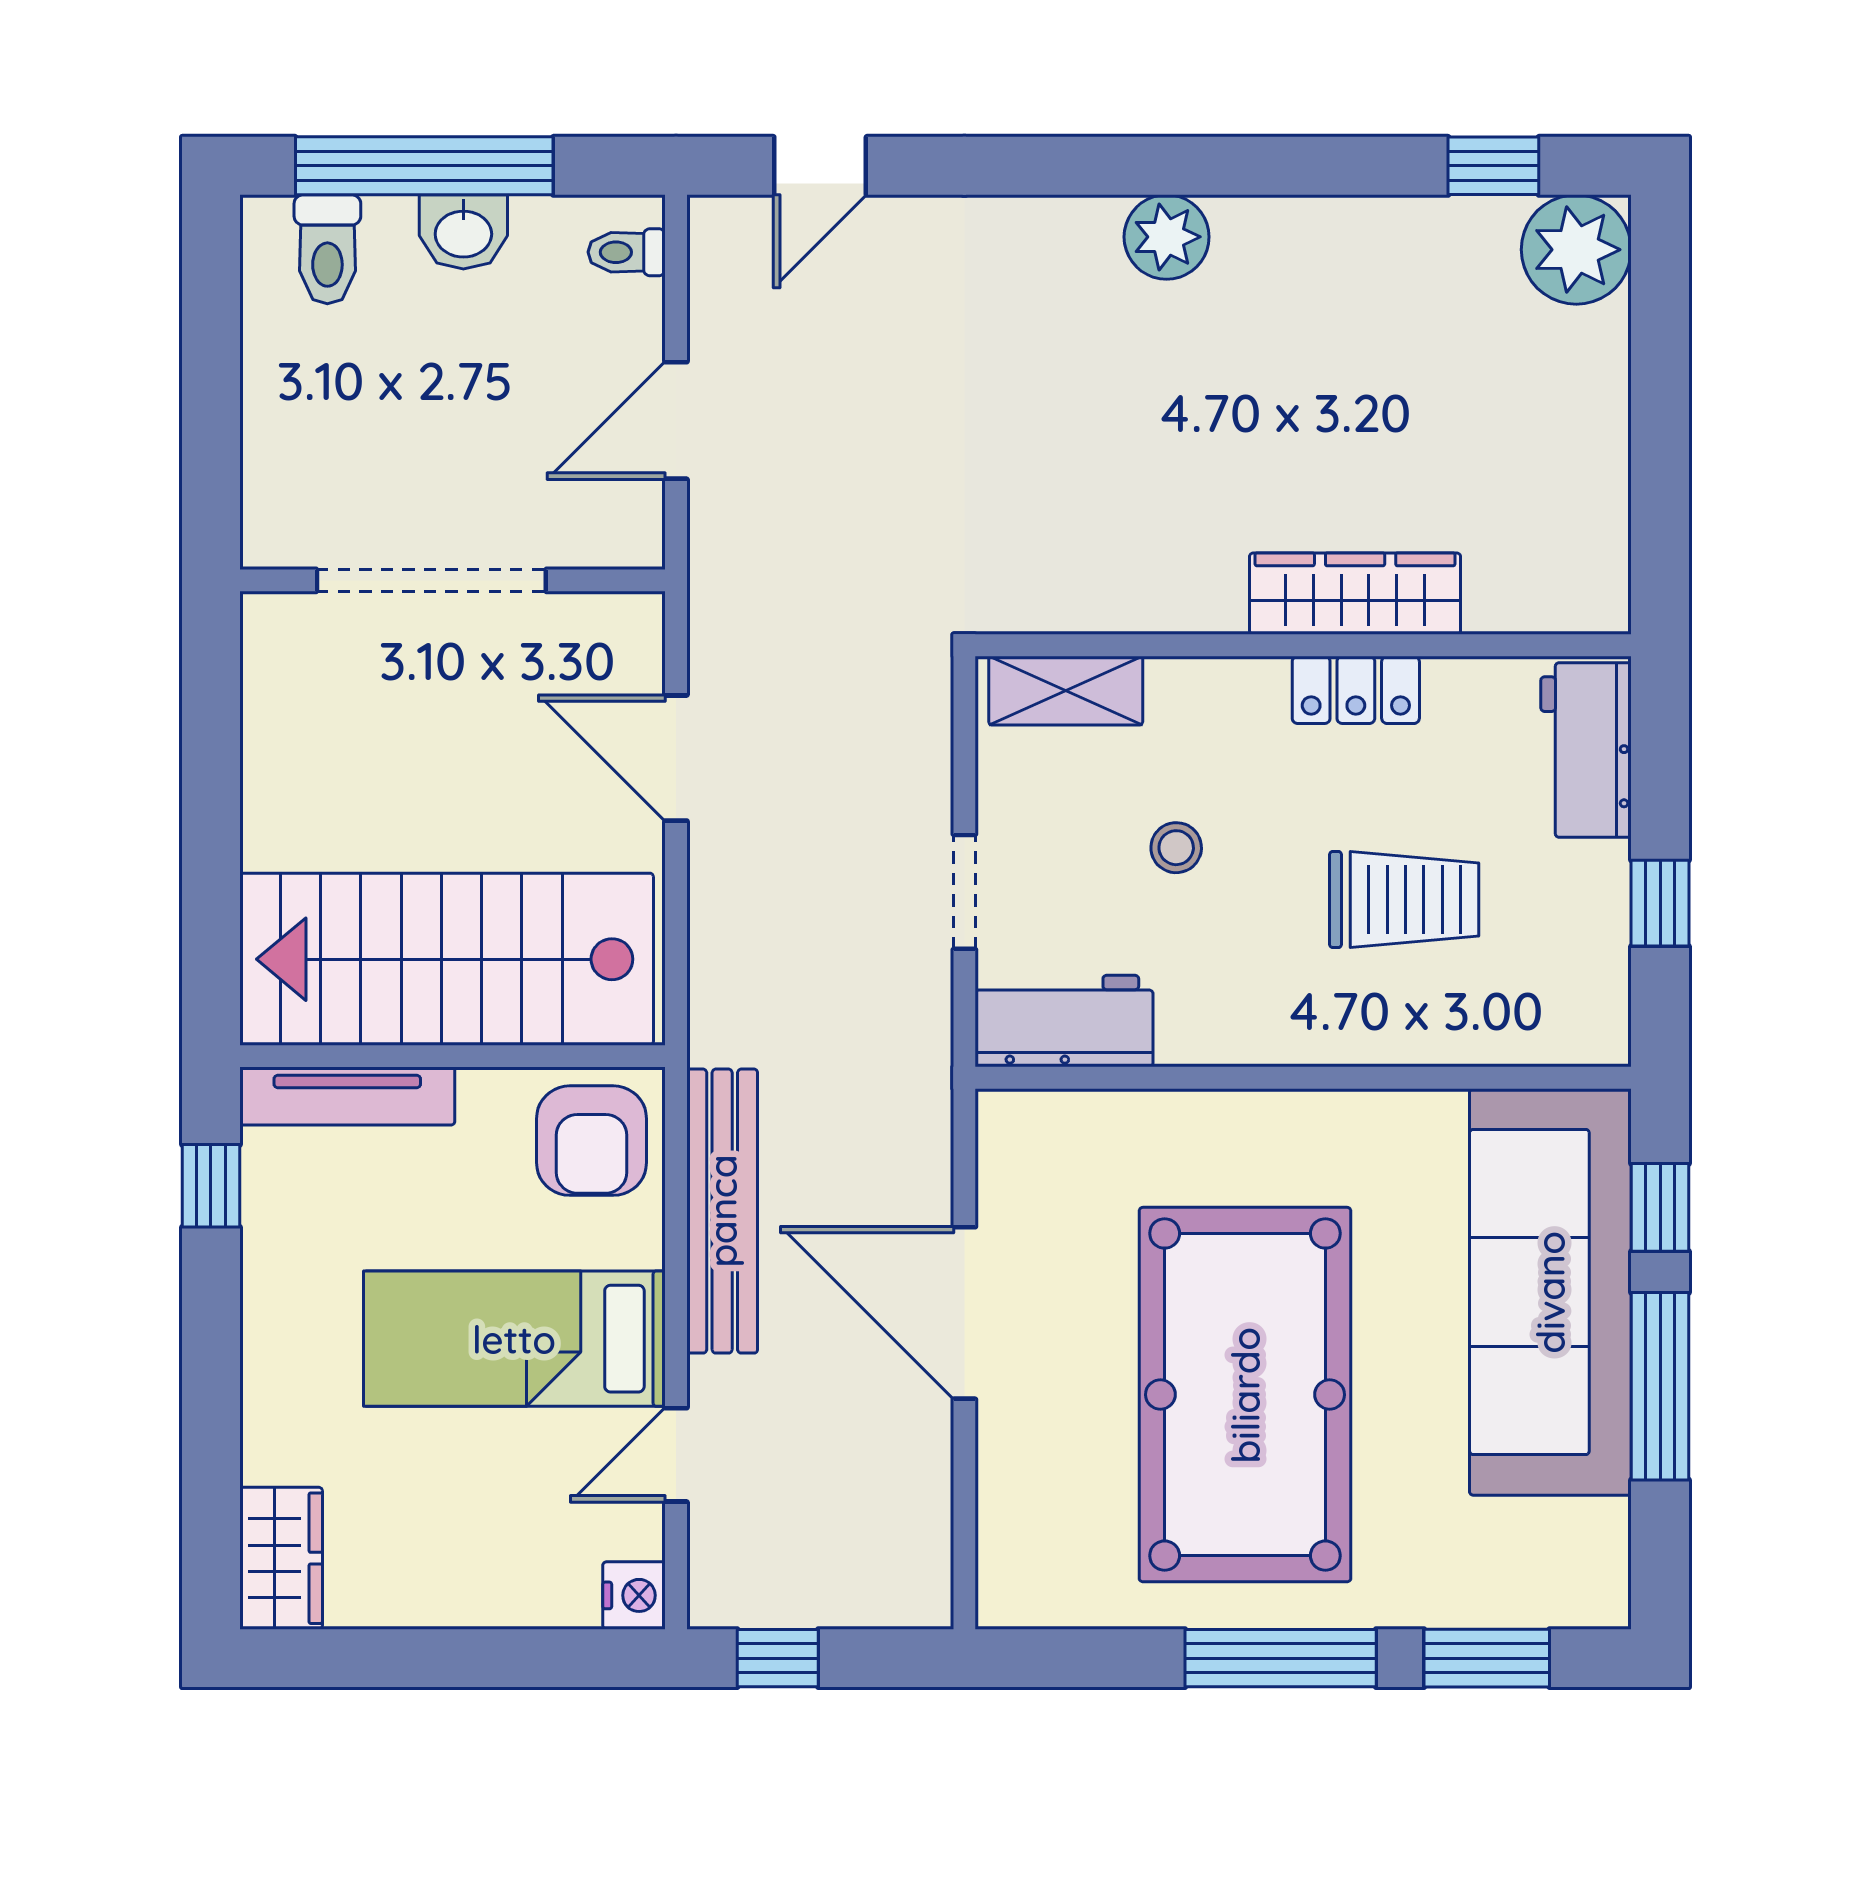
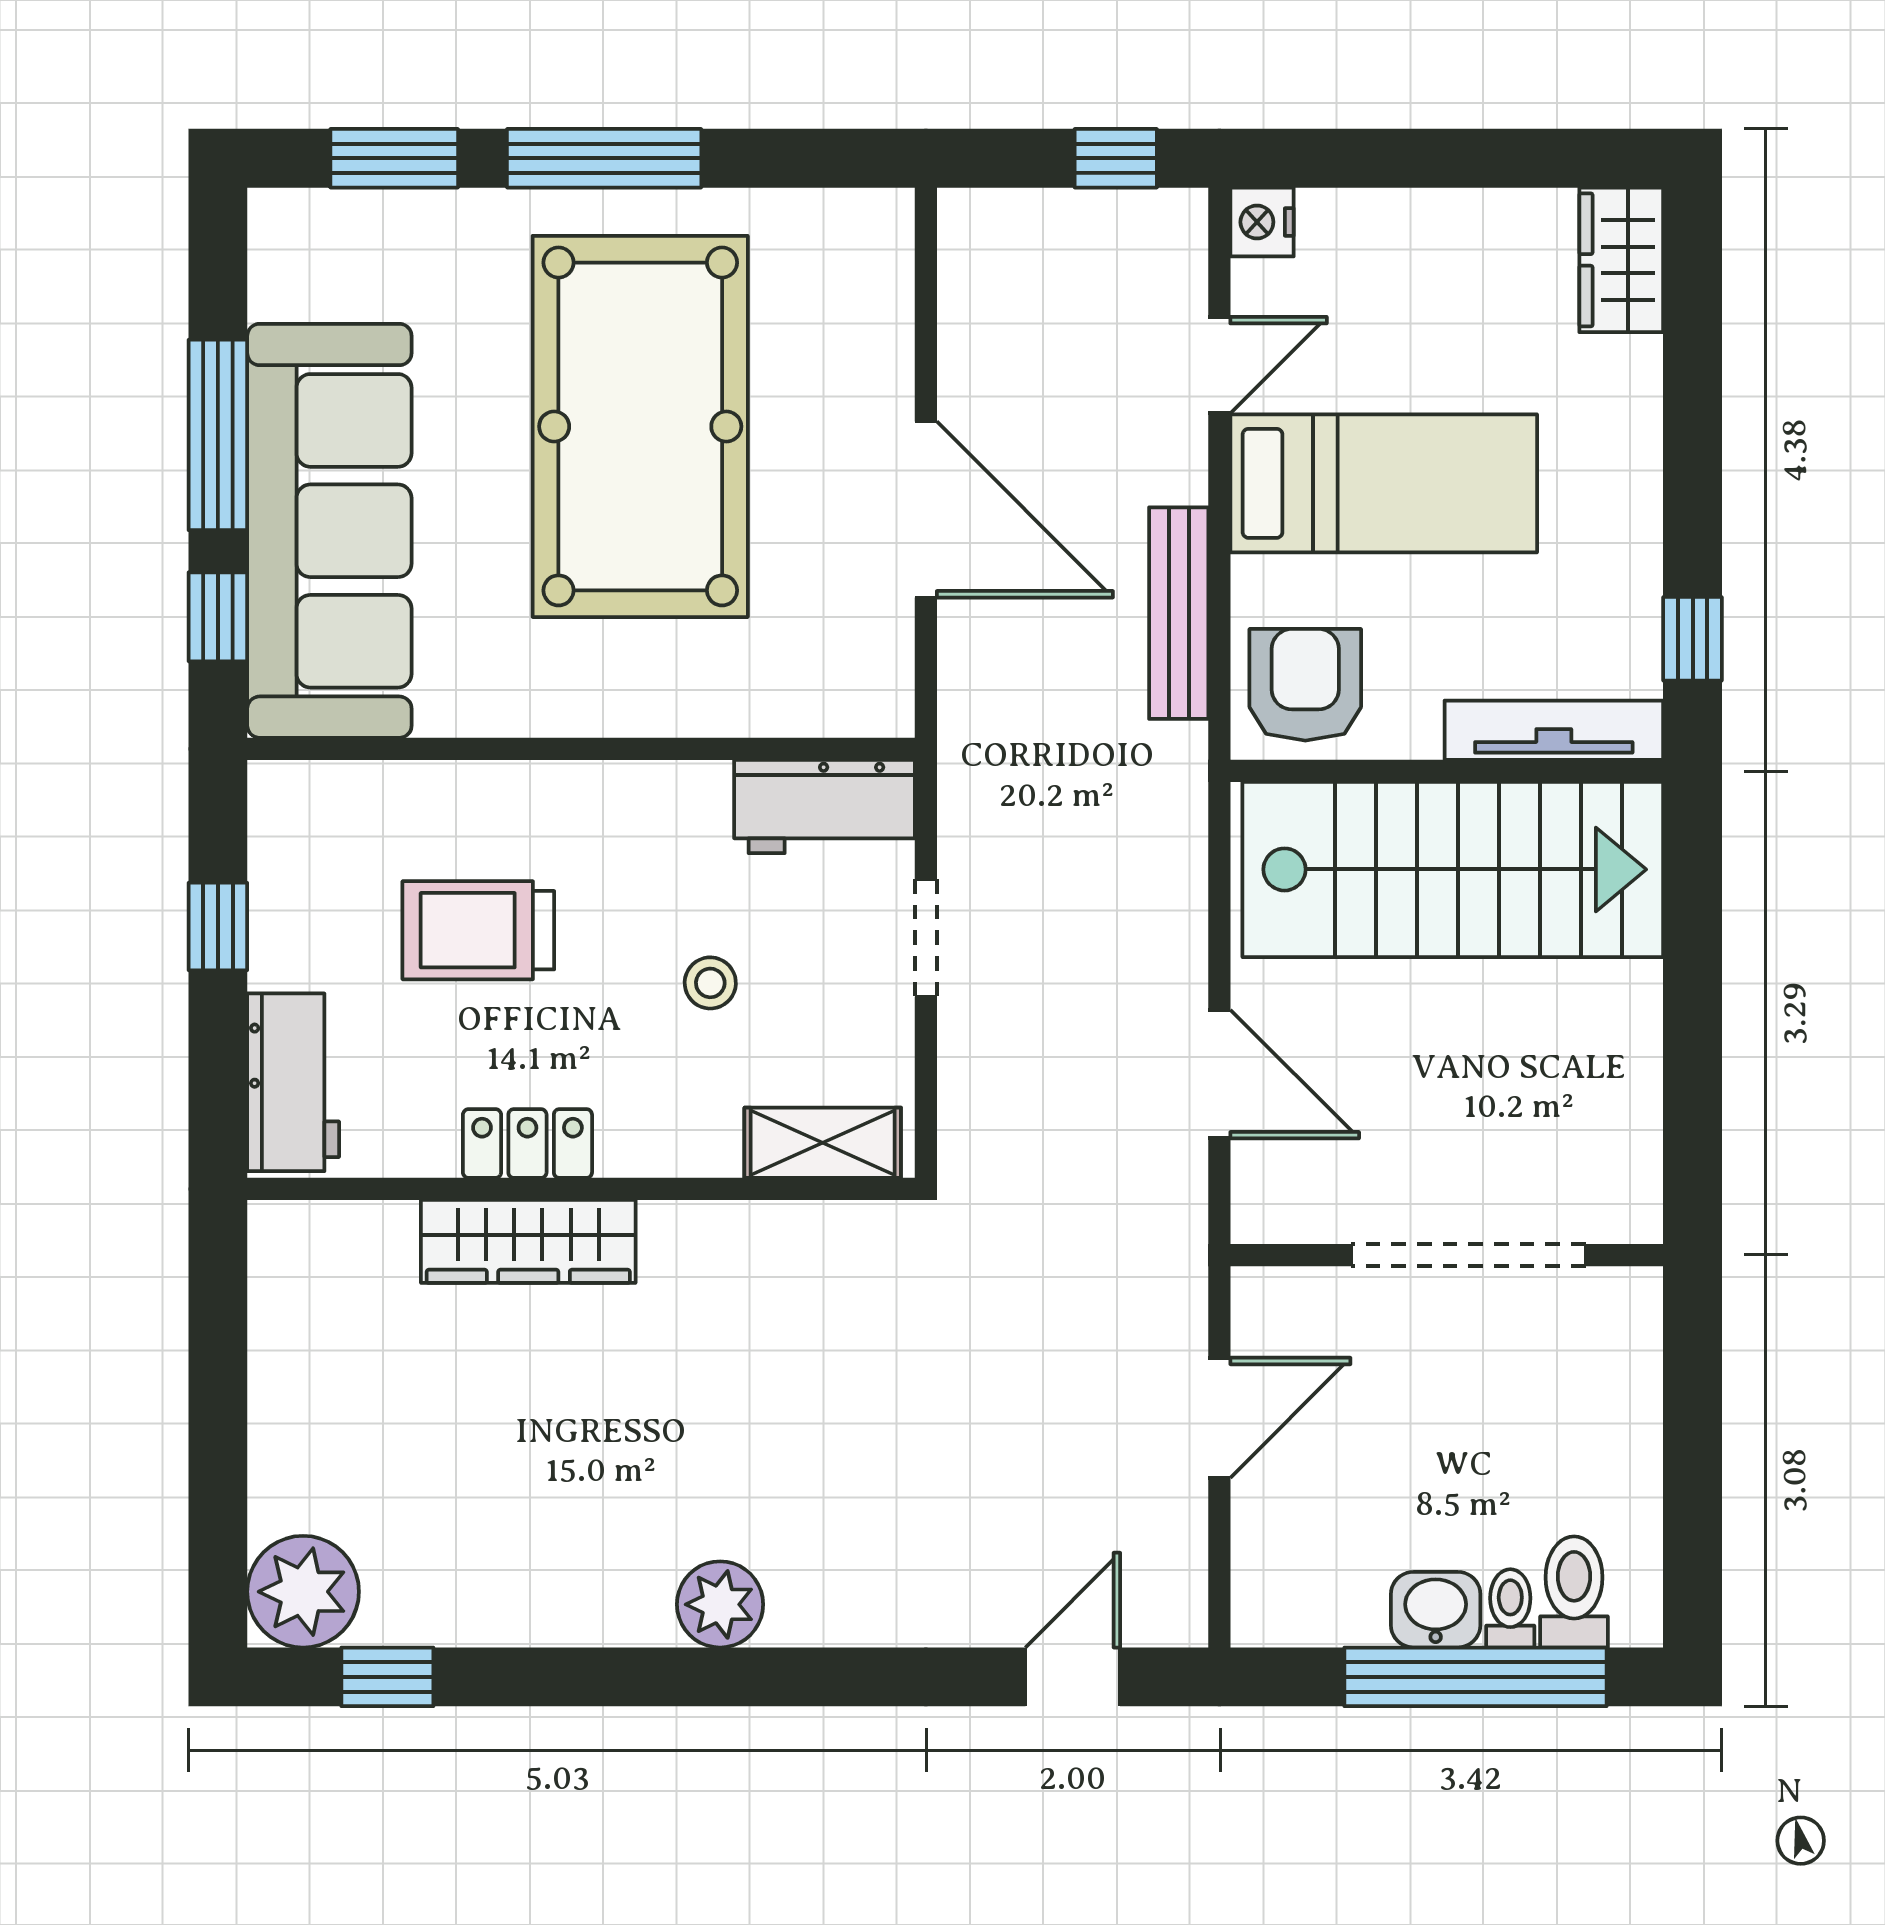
toilet: (627, 252) -> (1510, 1608), moved, turned -90
bench: (722, 1211) -> (1179, 613), width x0.73, depth x0.82

